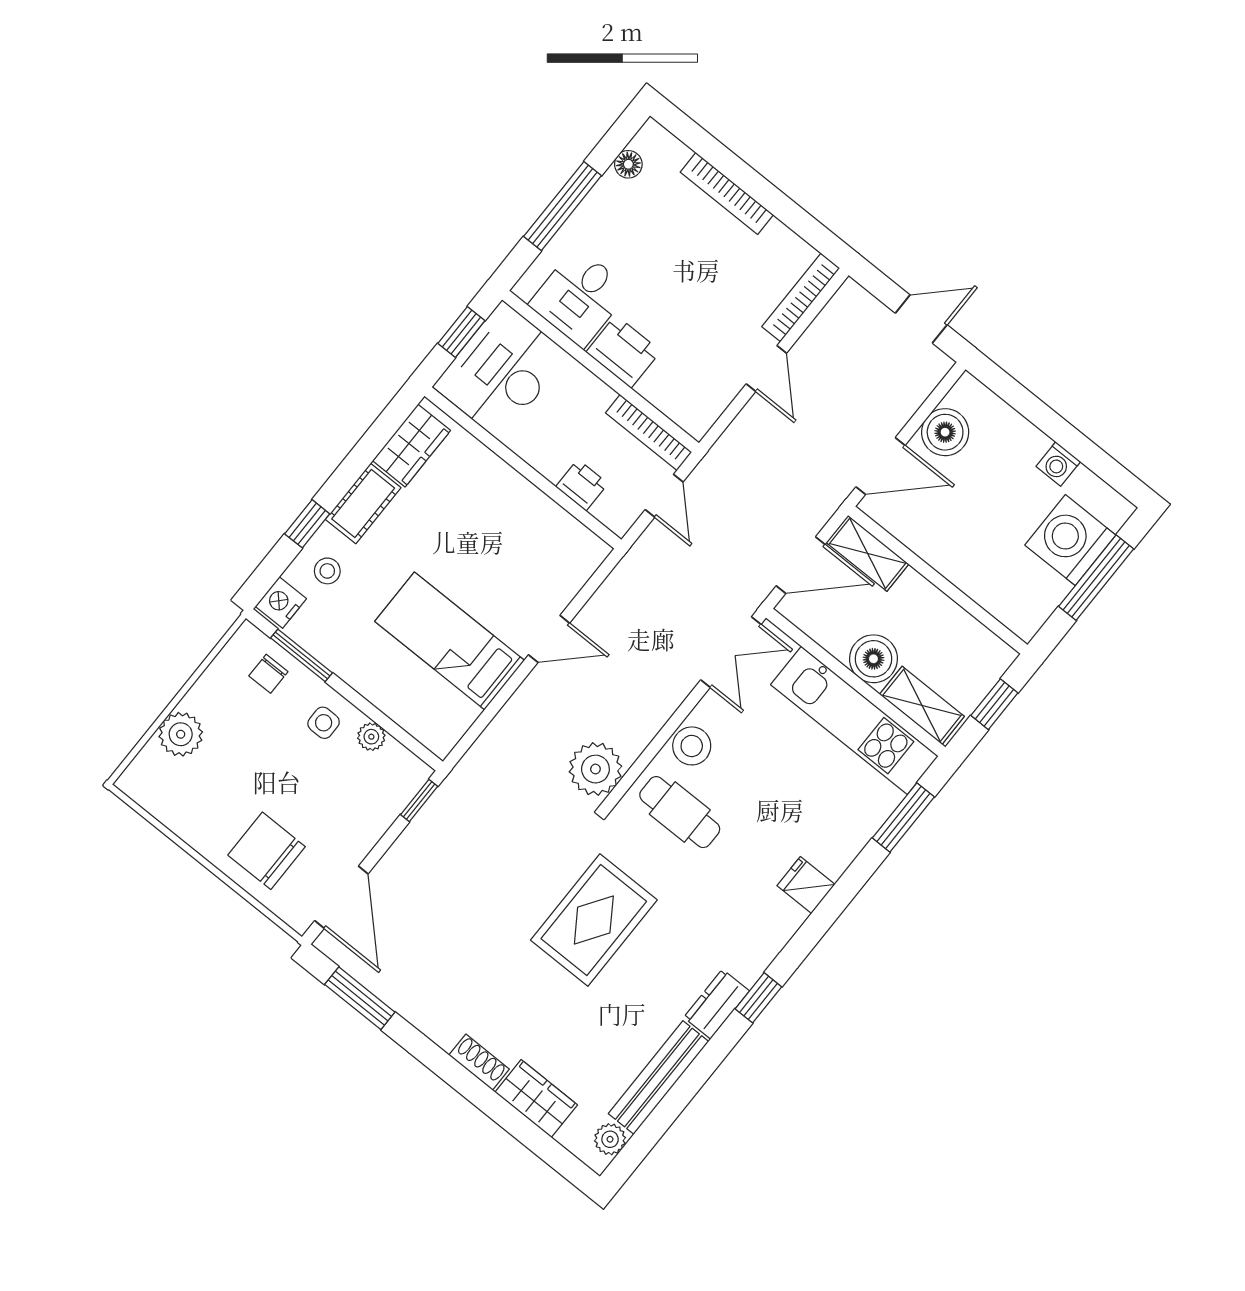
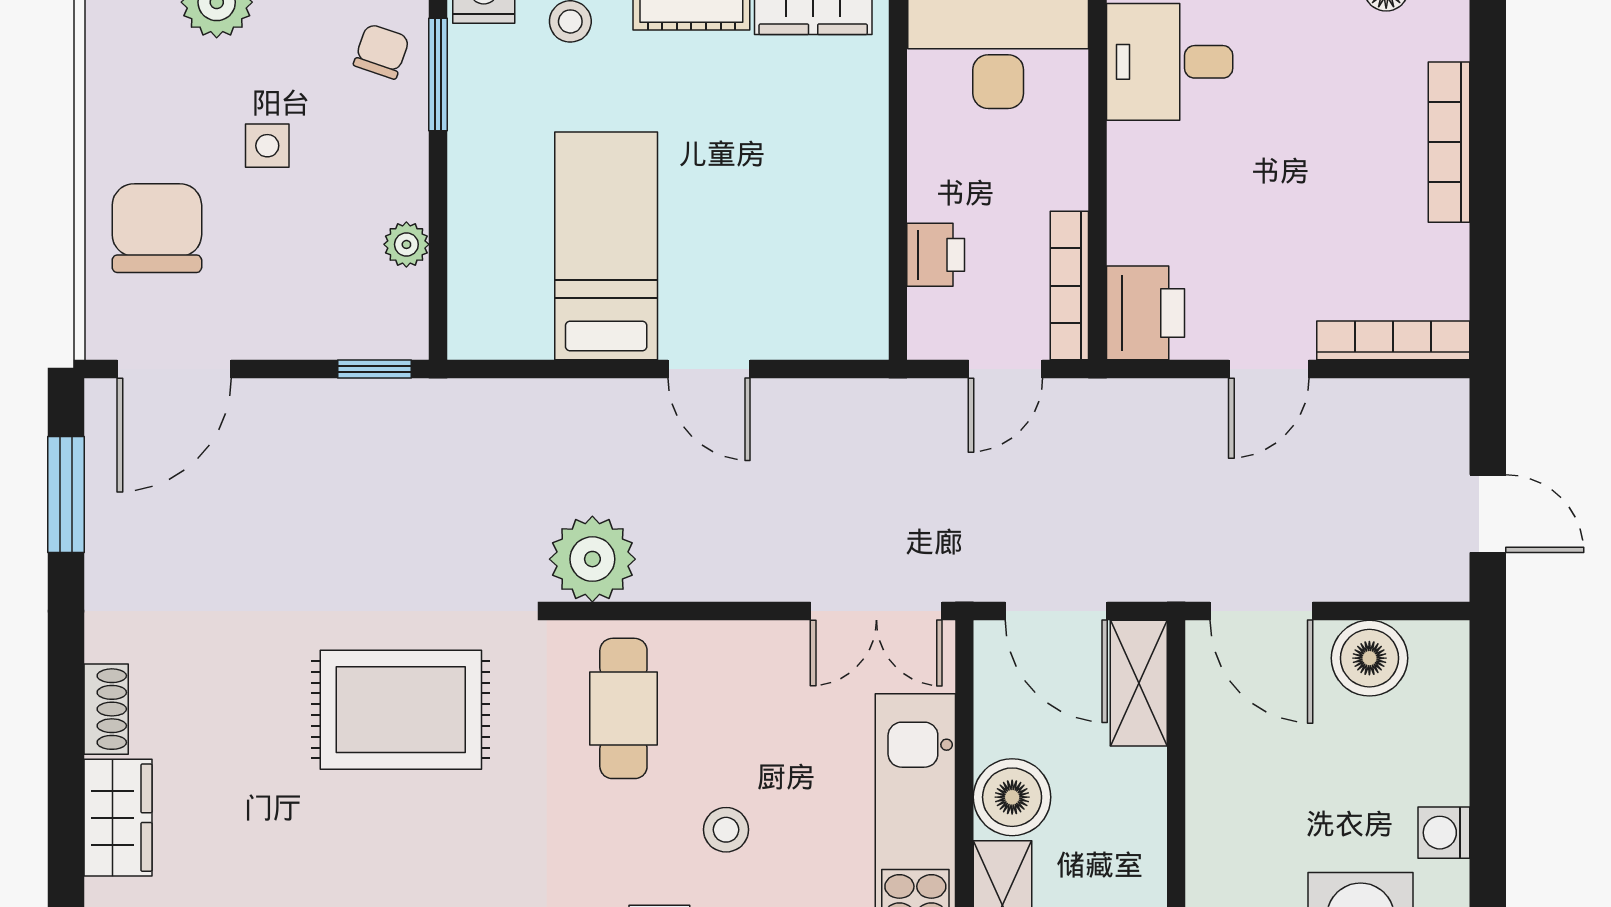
printer: (623, 352) -> (1145, 313), moved
chair: (268, 674) -> (381, 51), turned 109
side table: (324, 723) -> (267, 146), moved
stool: (692, 746) -> (726, 830), moved, width x0.73, depth x0.73

